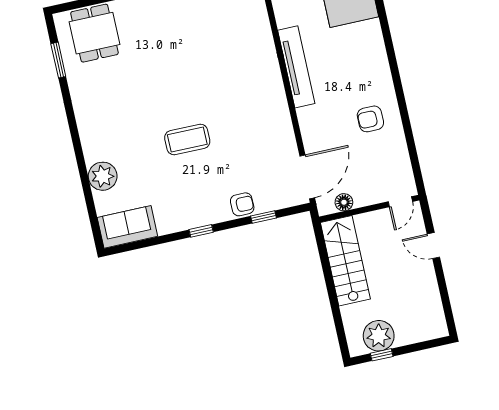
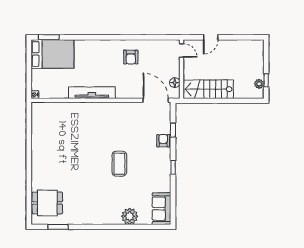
plant: (379, 336) -> (259, 84), width x0.53, depth x0.53

